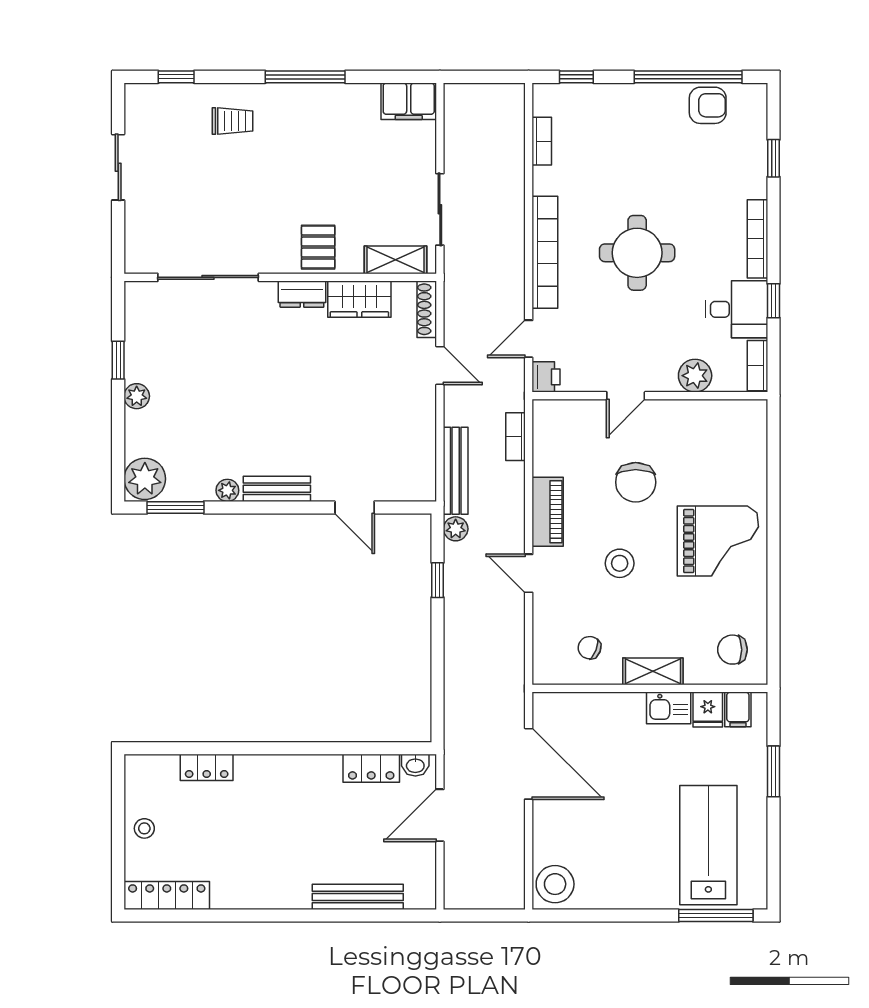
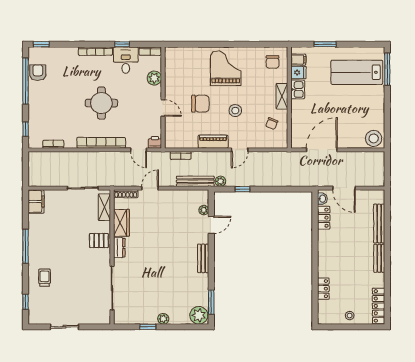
window: (773, 158) -> (41, 44), moved
plant: (227, 490) -> (204, 210), moved
bench: (277, 897) -> (379, 258), added

